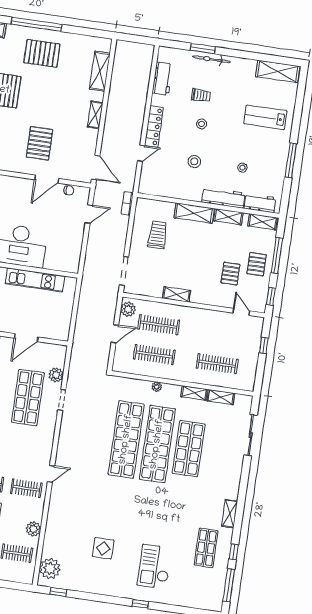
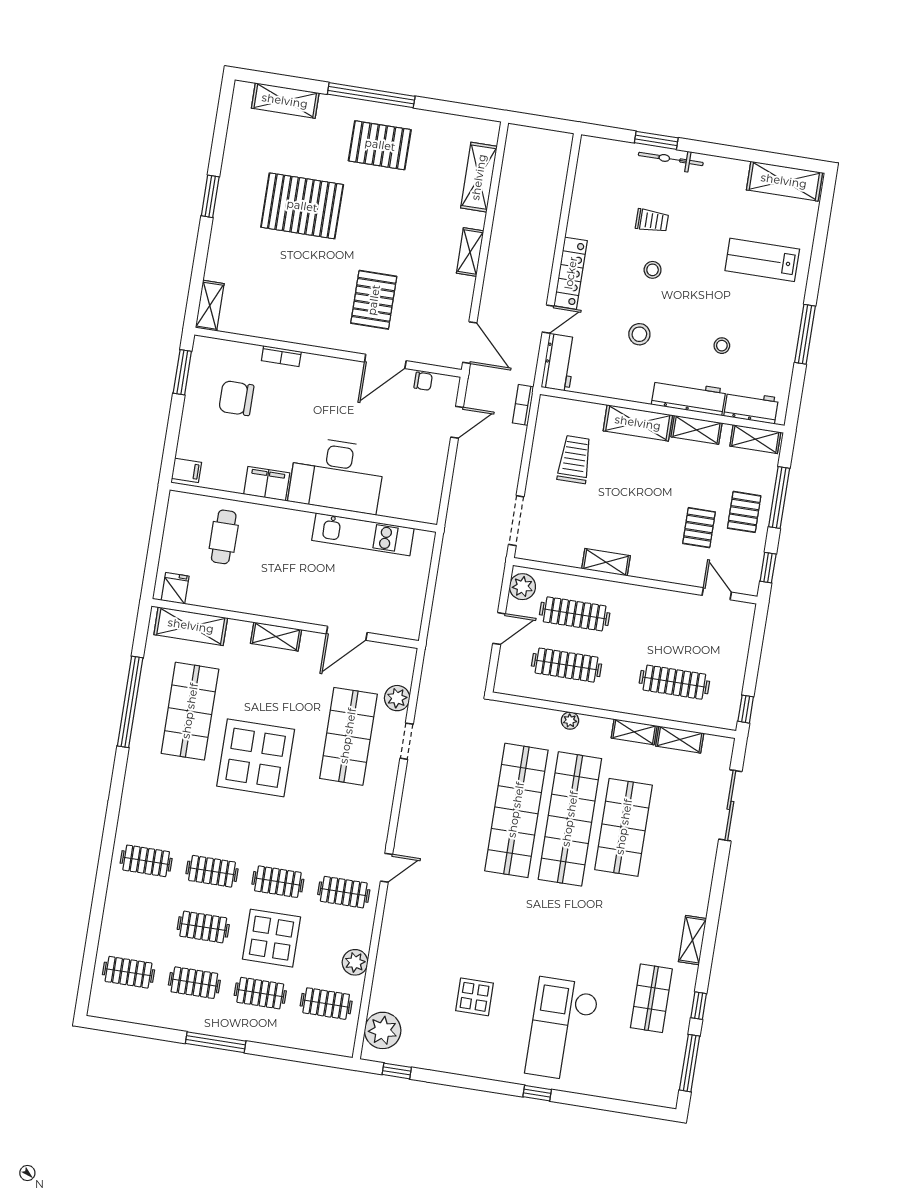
workbench: (162, 79) -> (559, 363), moved
window: (264, 345) -> (746, 709), moved
checkout: (154, 567) -> (562, 1029), width x1.36, depth x1.21

